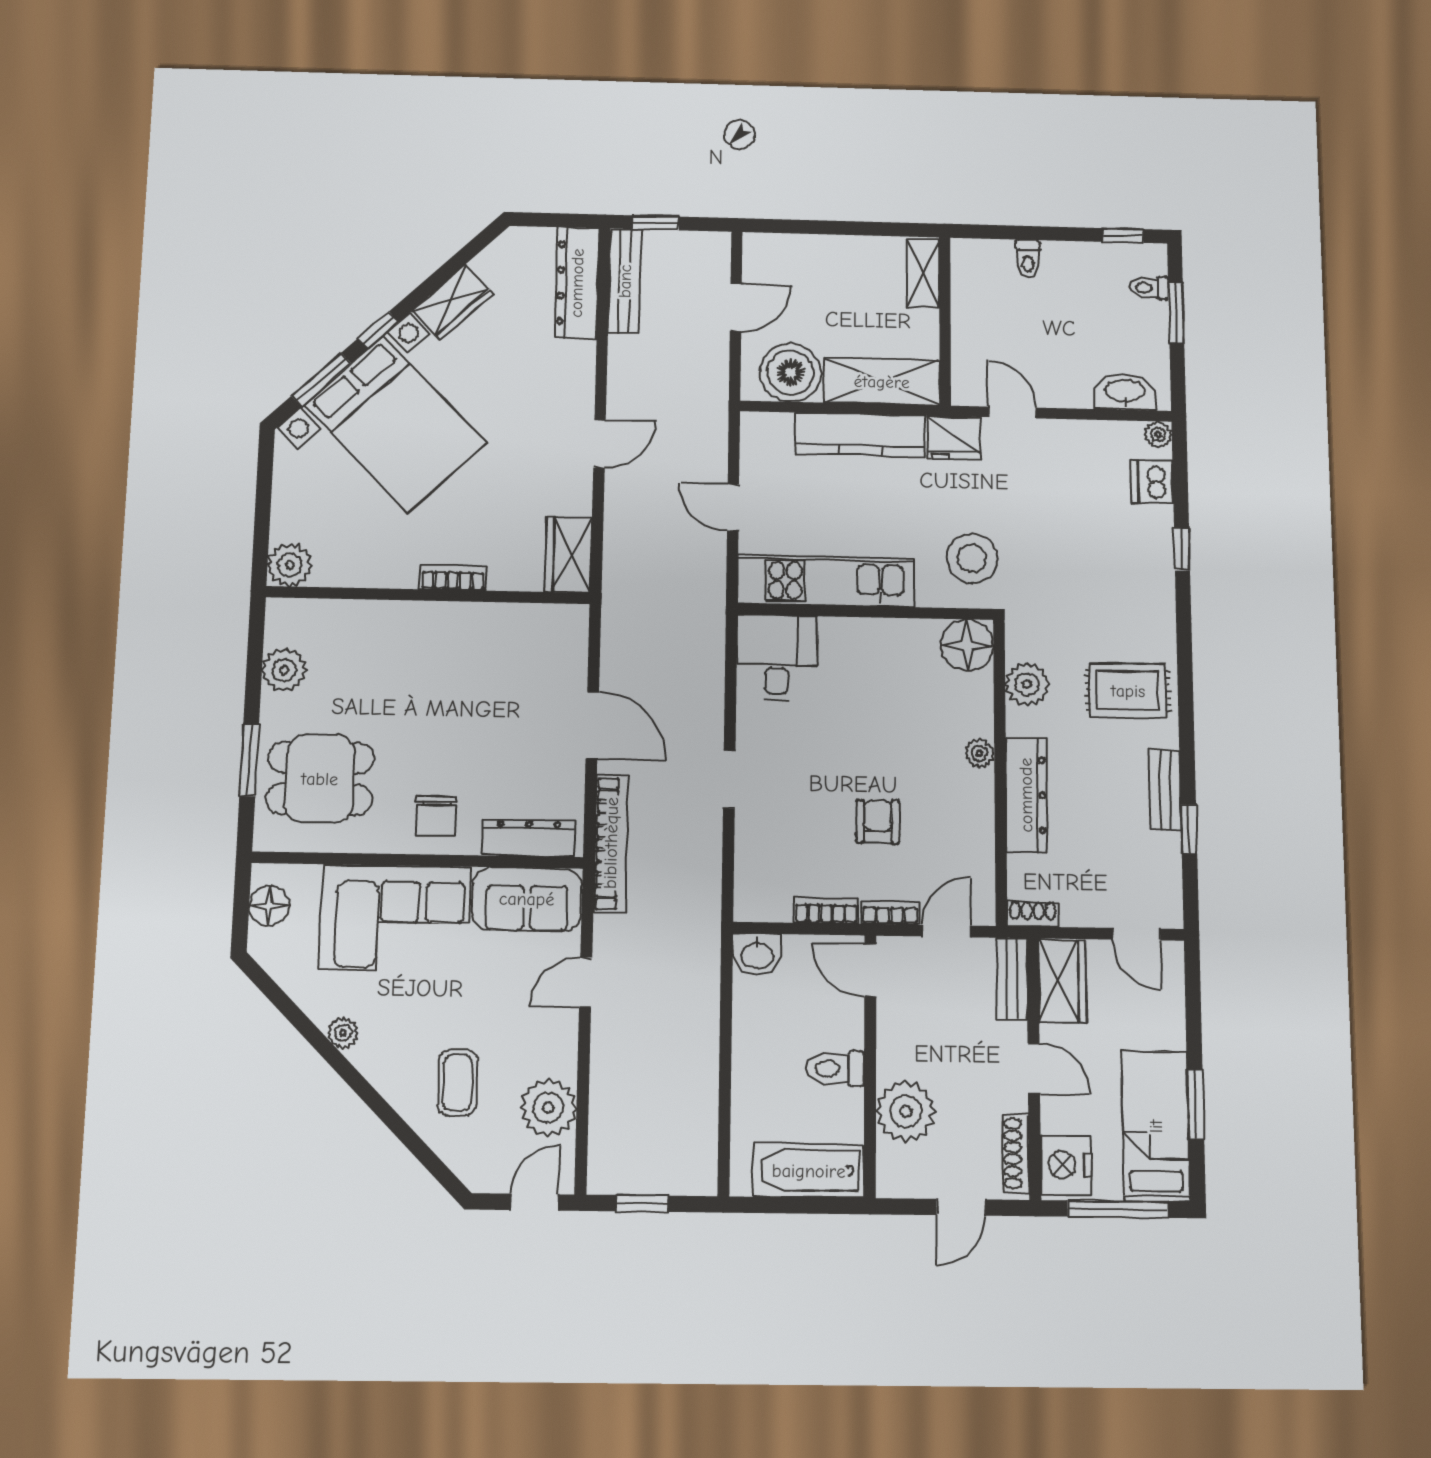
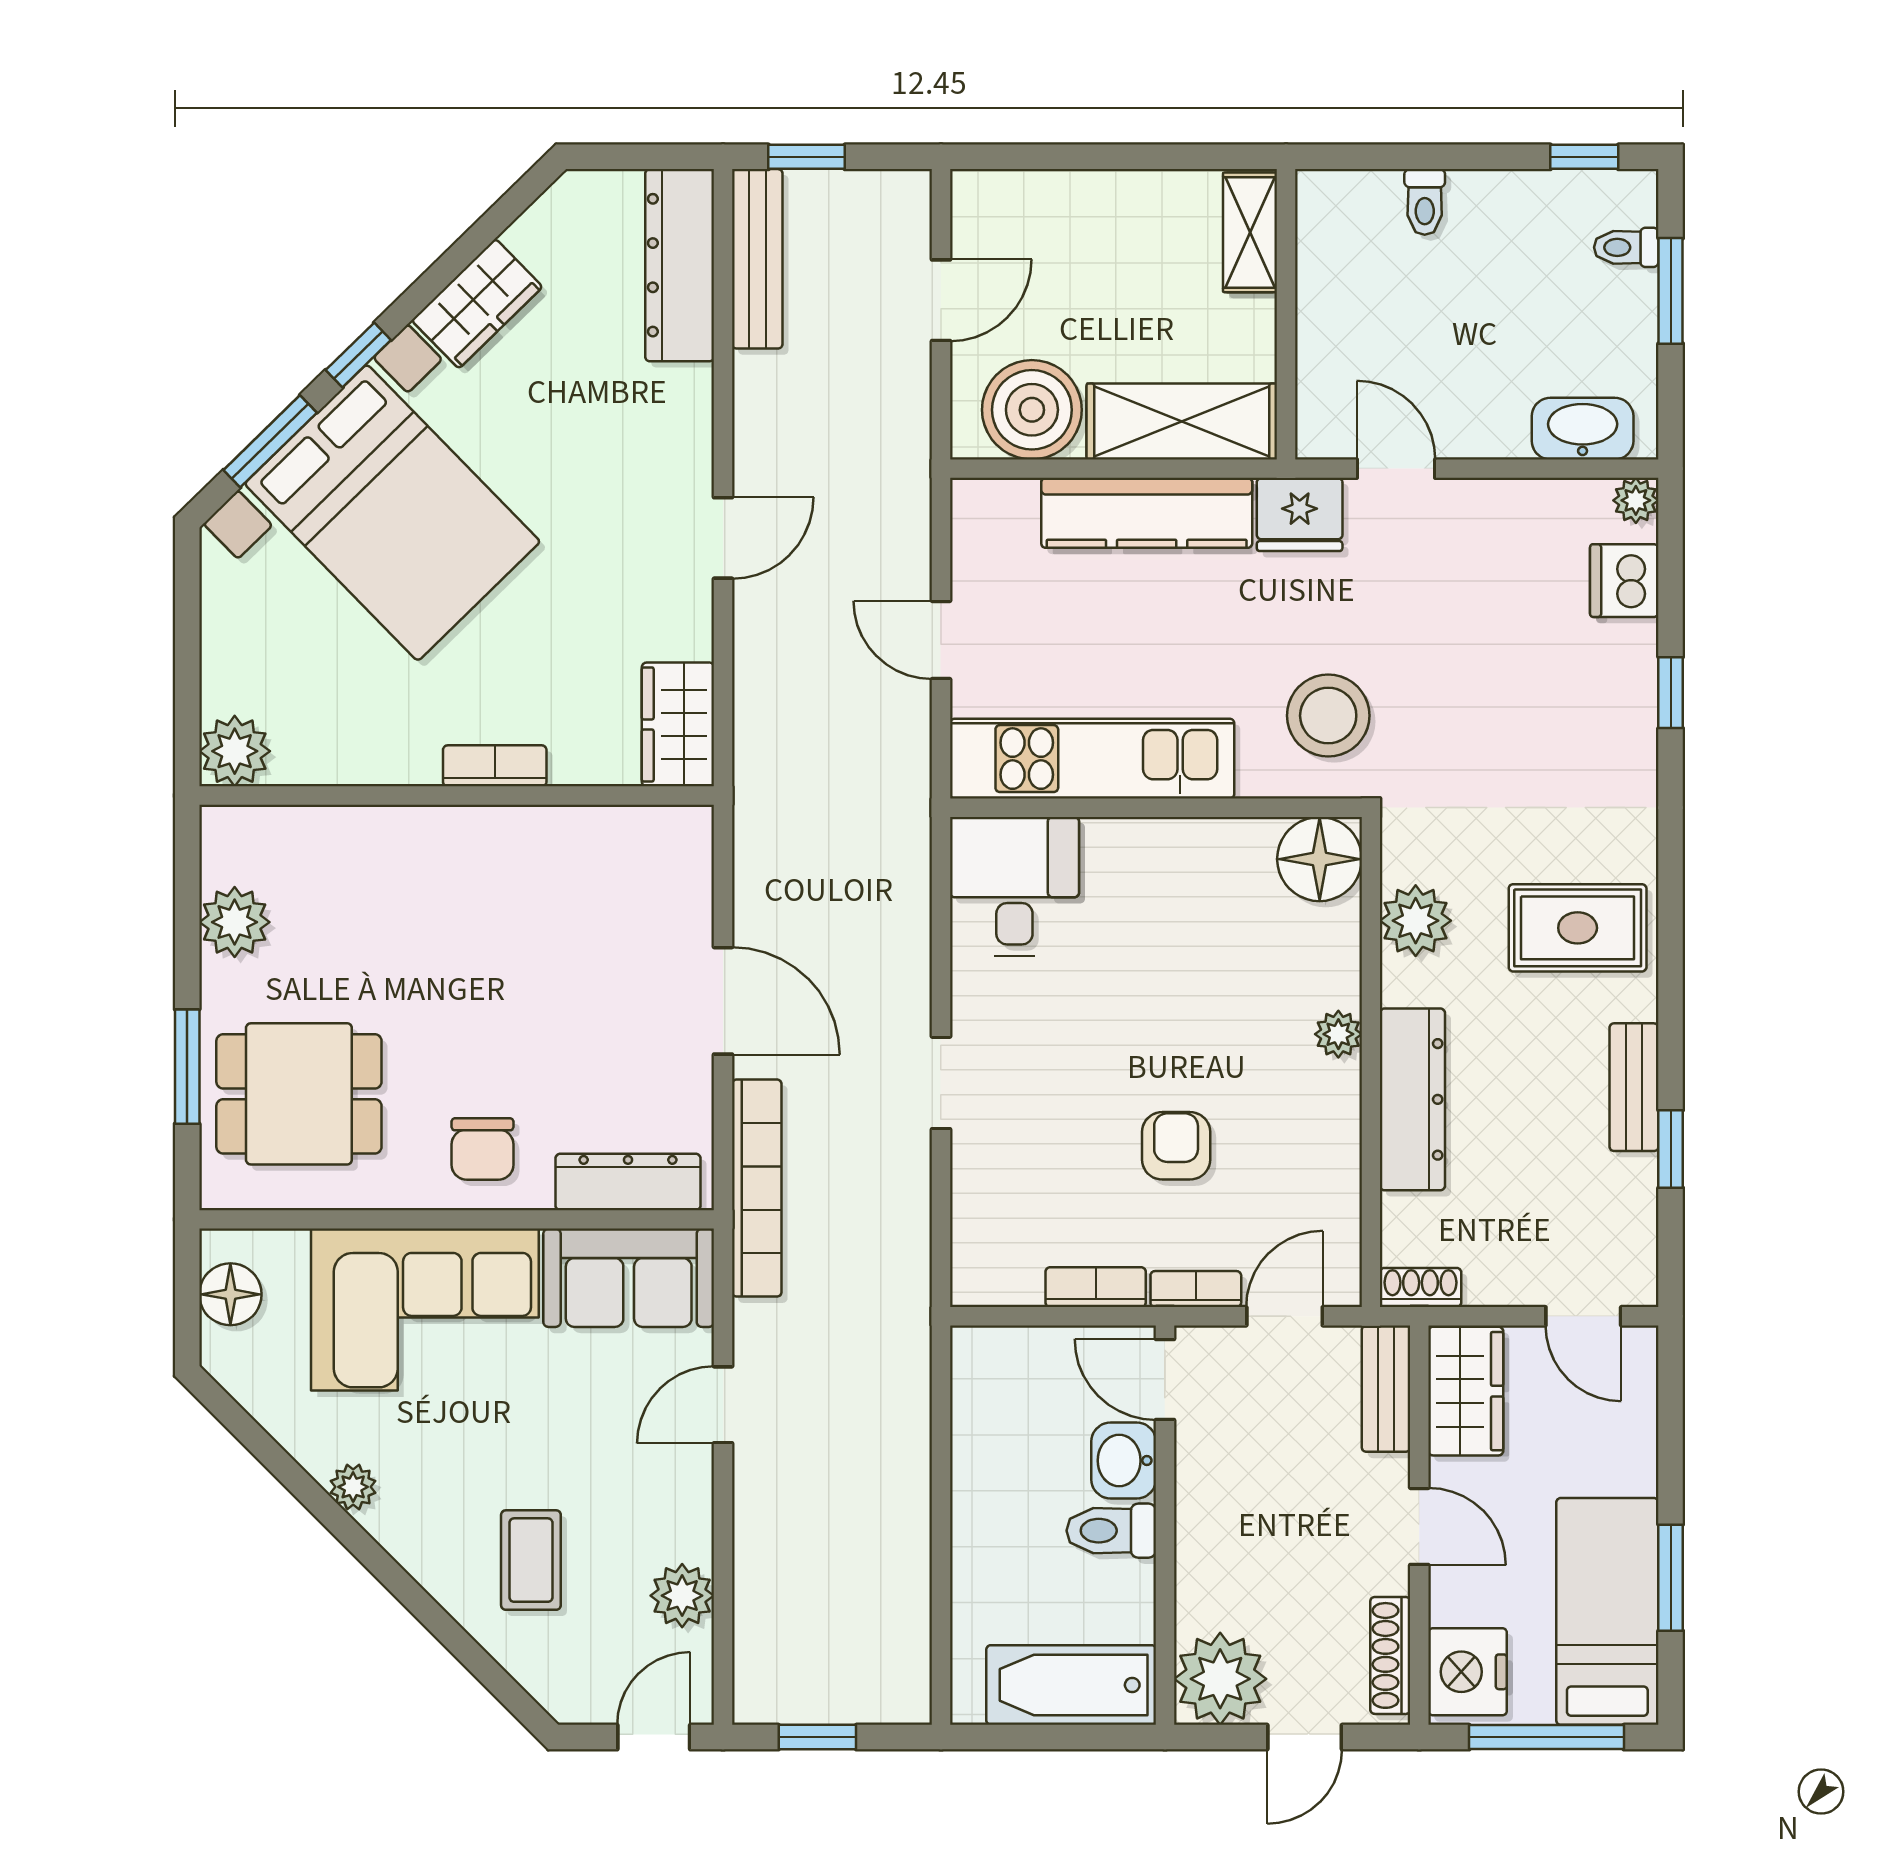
washbasin: (757, 955) -> (1124, 1461), moved, turned 90
plant: (548, 1108) -> (682, 1596), width x0.73, depth x0.73
plant: (906, 1111) -> (1220, 1679), moved

